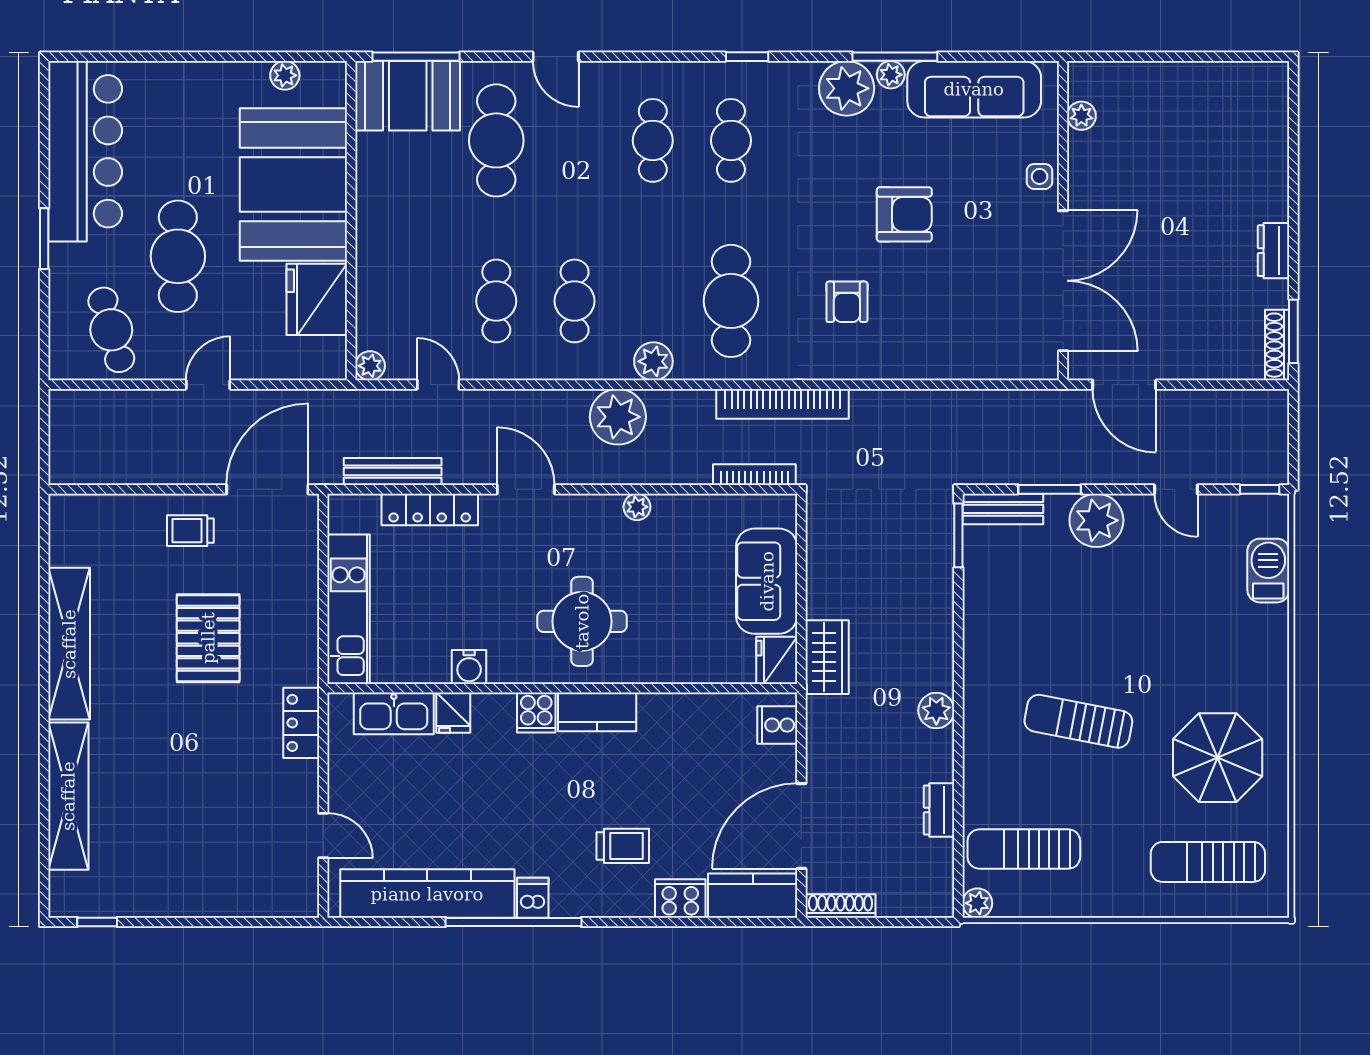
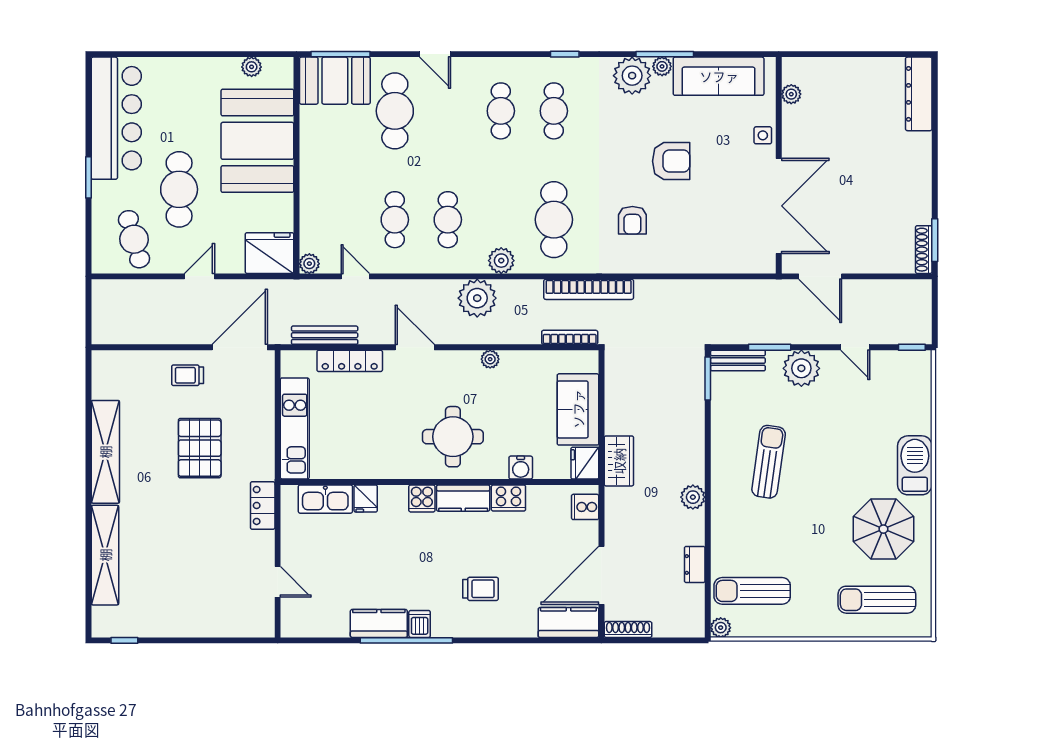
dresser: (1274, 251) -> (919, 94), moved, width x1.96, depth x1.24
fridge: (317, 299) -> (269, 253), moved, turned 90
barbecue: (1268, 571) -> (915, 465), moved, width x1.37, depth x1.21
water cooler: (469, 667) -> (521, 468), moved
sun lounger: (1078, 721) -> (769, 462), moved, turned 87
kitchen counter: (427, 894) -> (379, 623), width x0.48, depth x0.86
cooker: (680, 898) -> (508, 498), moved, turned 180

